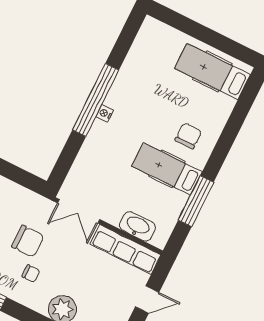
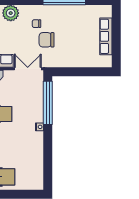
window: (96, 100) -> (48, 103), moved

